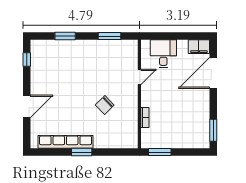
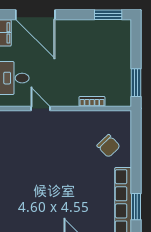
chair: (105, 105) -> (109, 146), moved
window: (82, 152) -> (136, 207), moved

